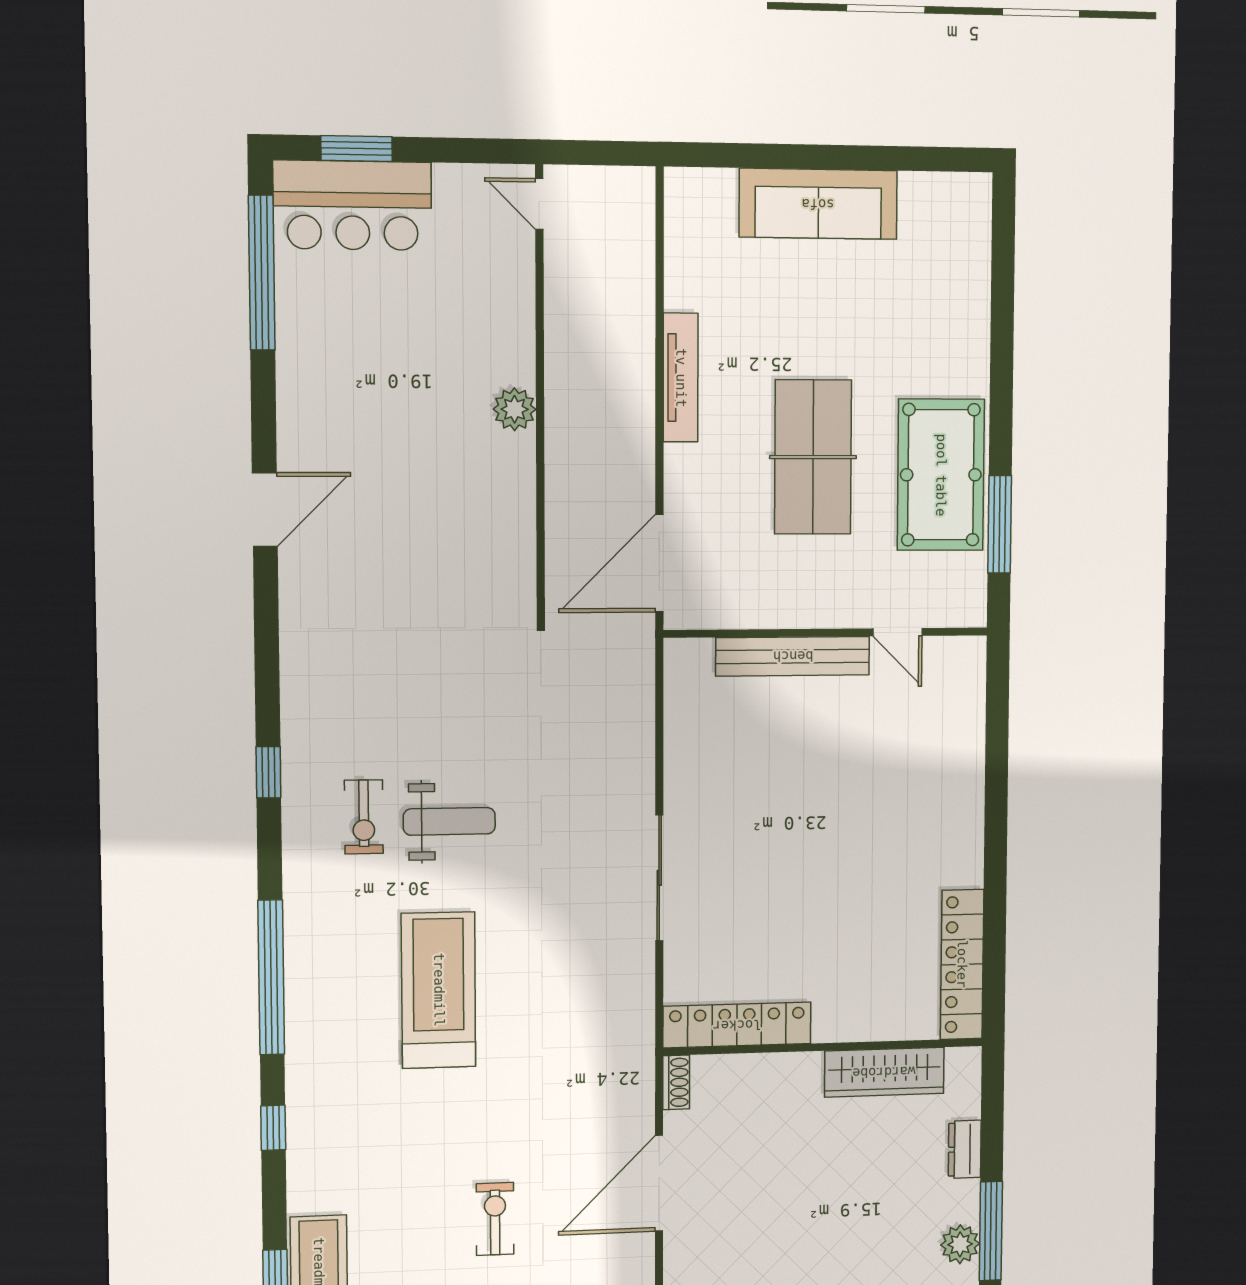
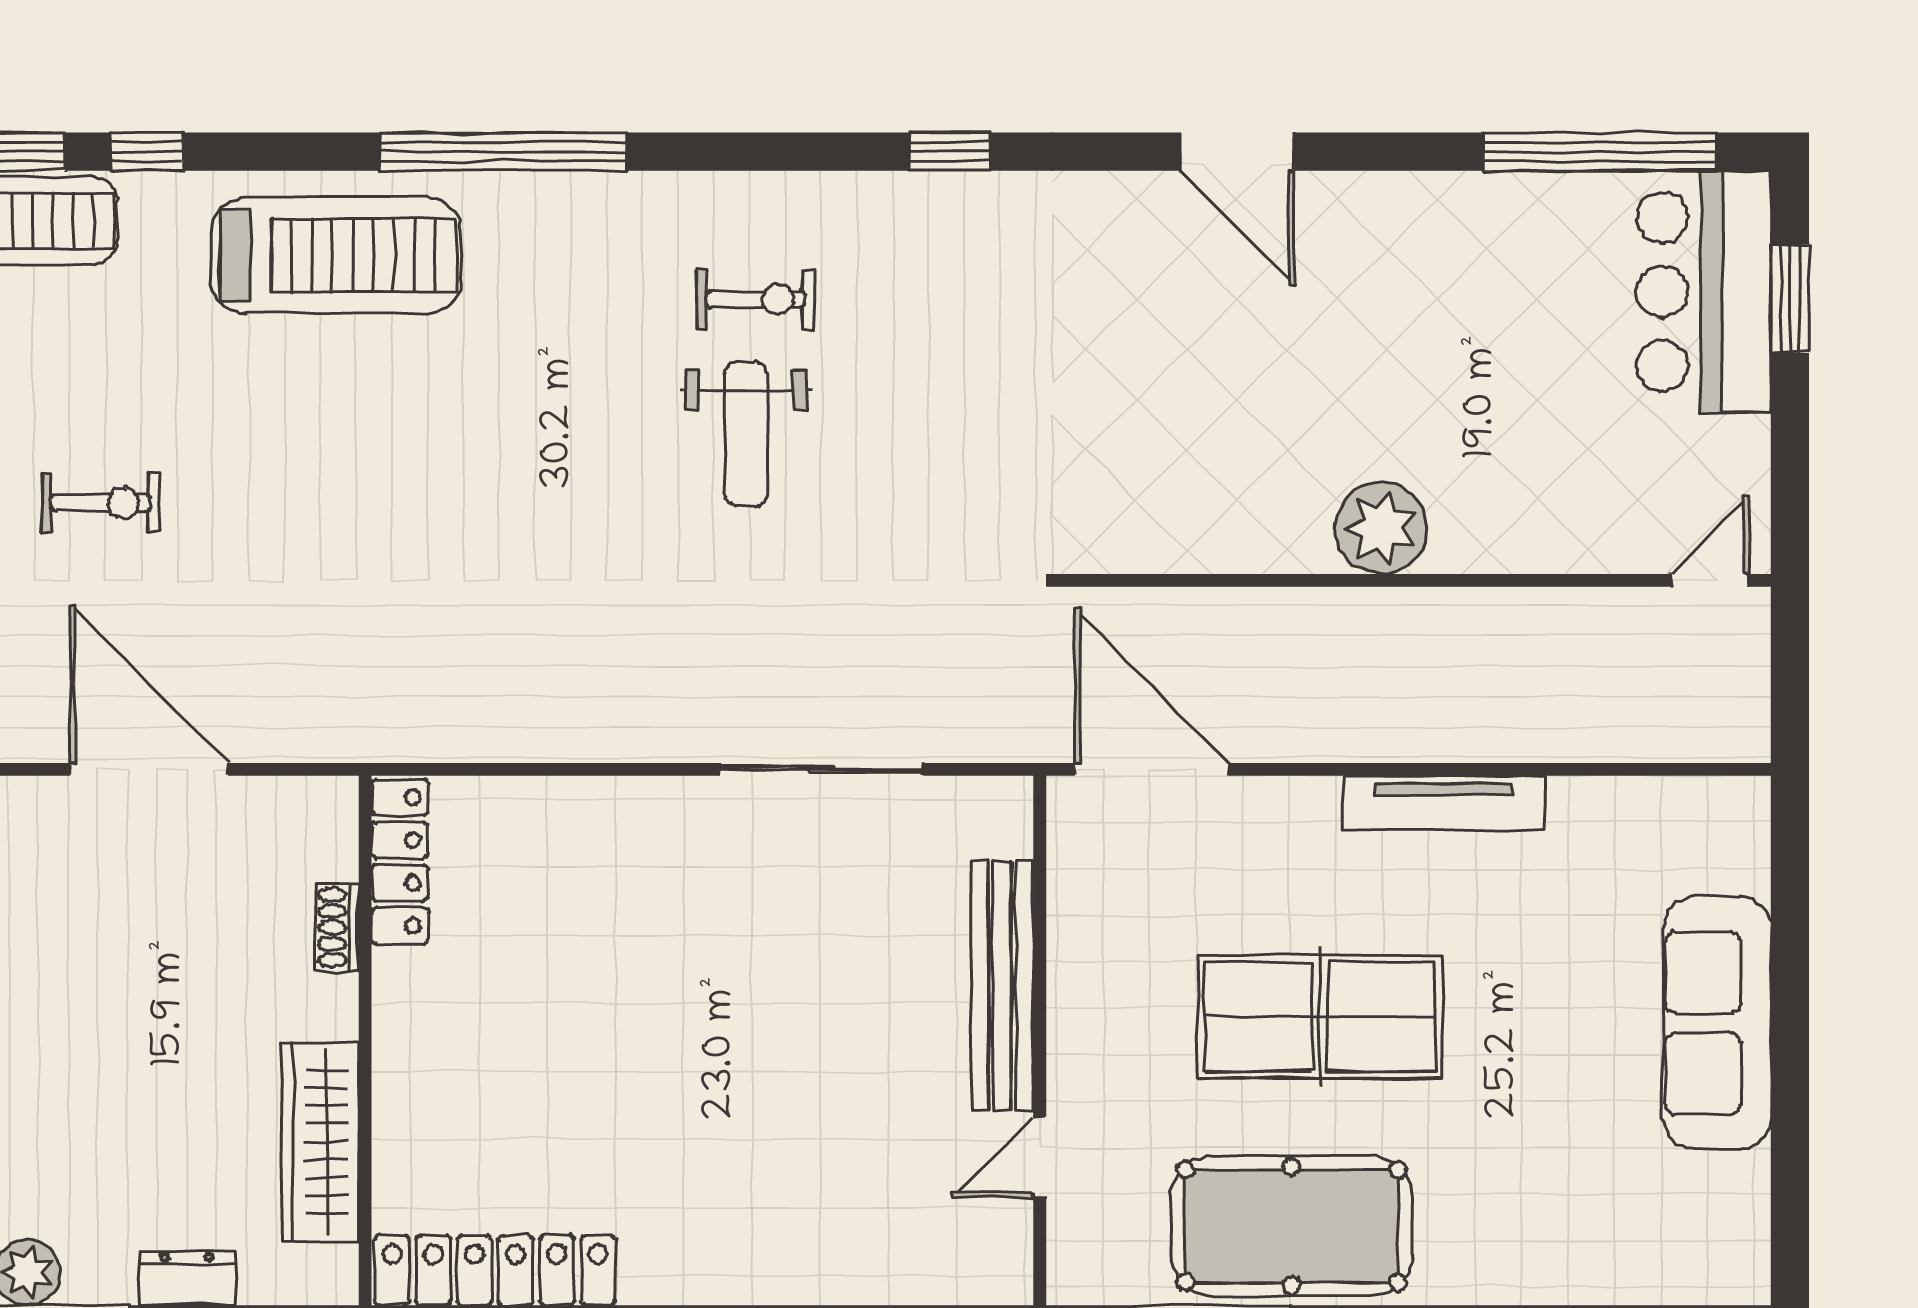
plant: (515, 409) -> (1381, 528), width x1.36, depth x1.36
window: (268, 772) -> (951, 152), moved
exercise bike: (364, 817) -> (755, 299), turned 180
sliding door: (659, 878) -> (821, 769), moved
treadmill: (439, 990) -> (336, 255), moved
locker: (737, 1025) -> (400, 861), width x0.71, depth x0.83
shoe rack: (676, 1082) -> (337, 928), moved, turned 90
window: (273, 1128) -> (147, 152), moved

